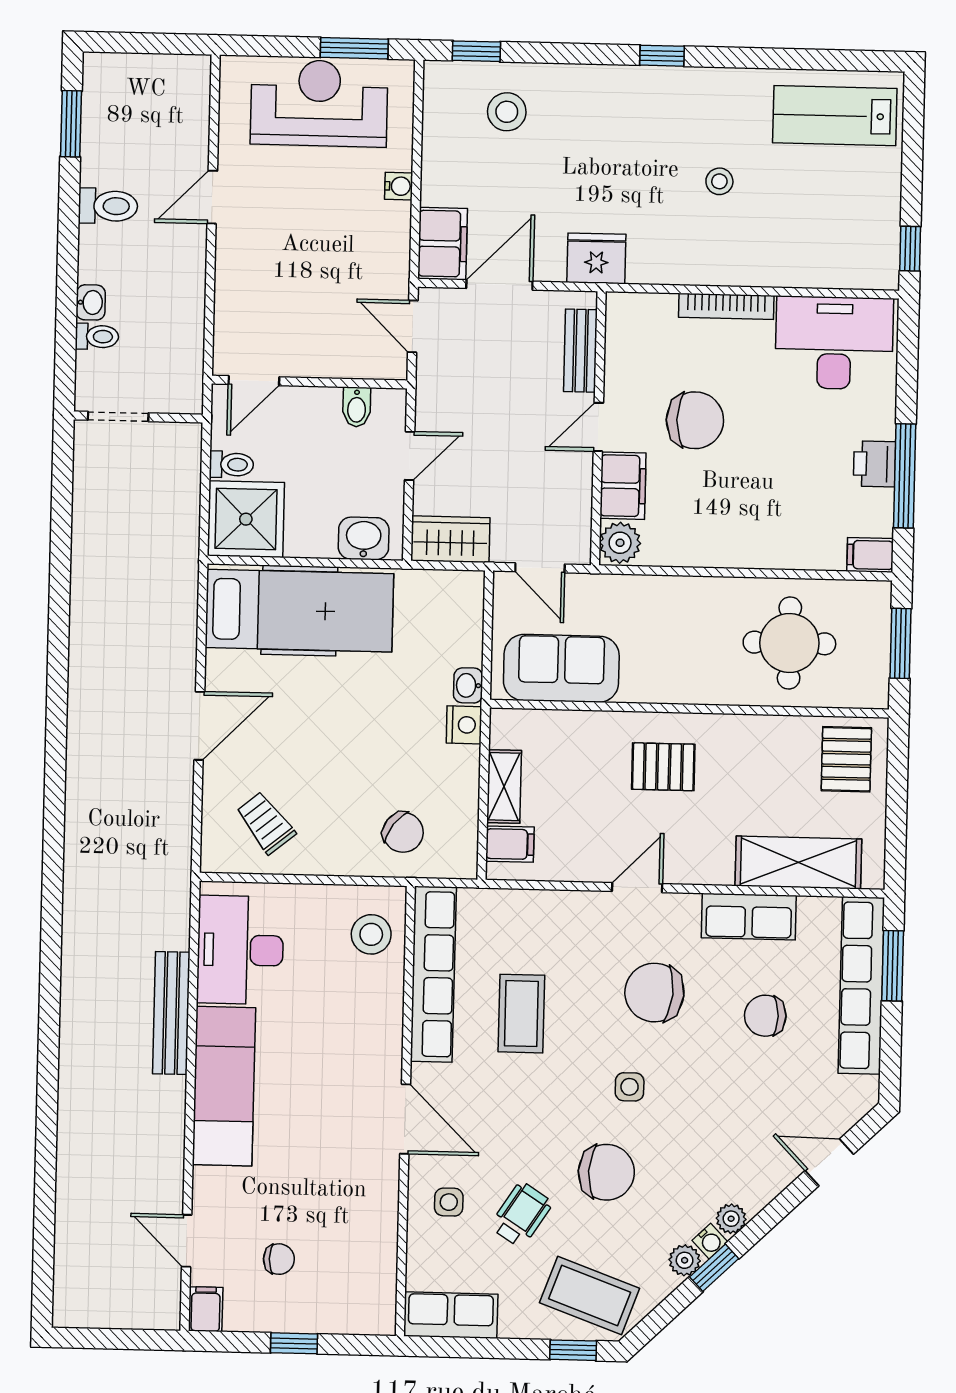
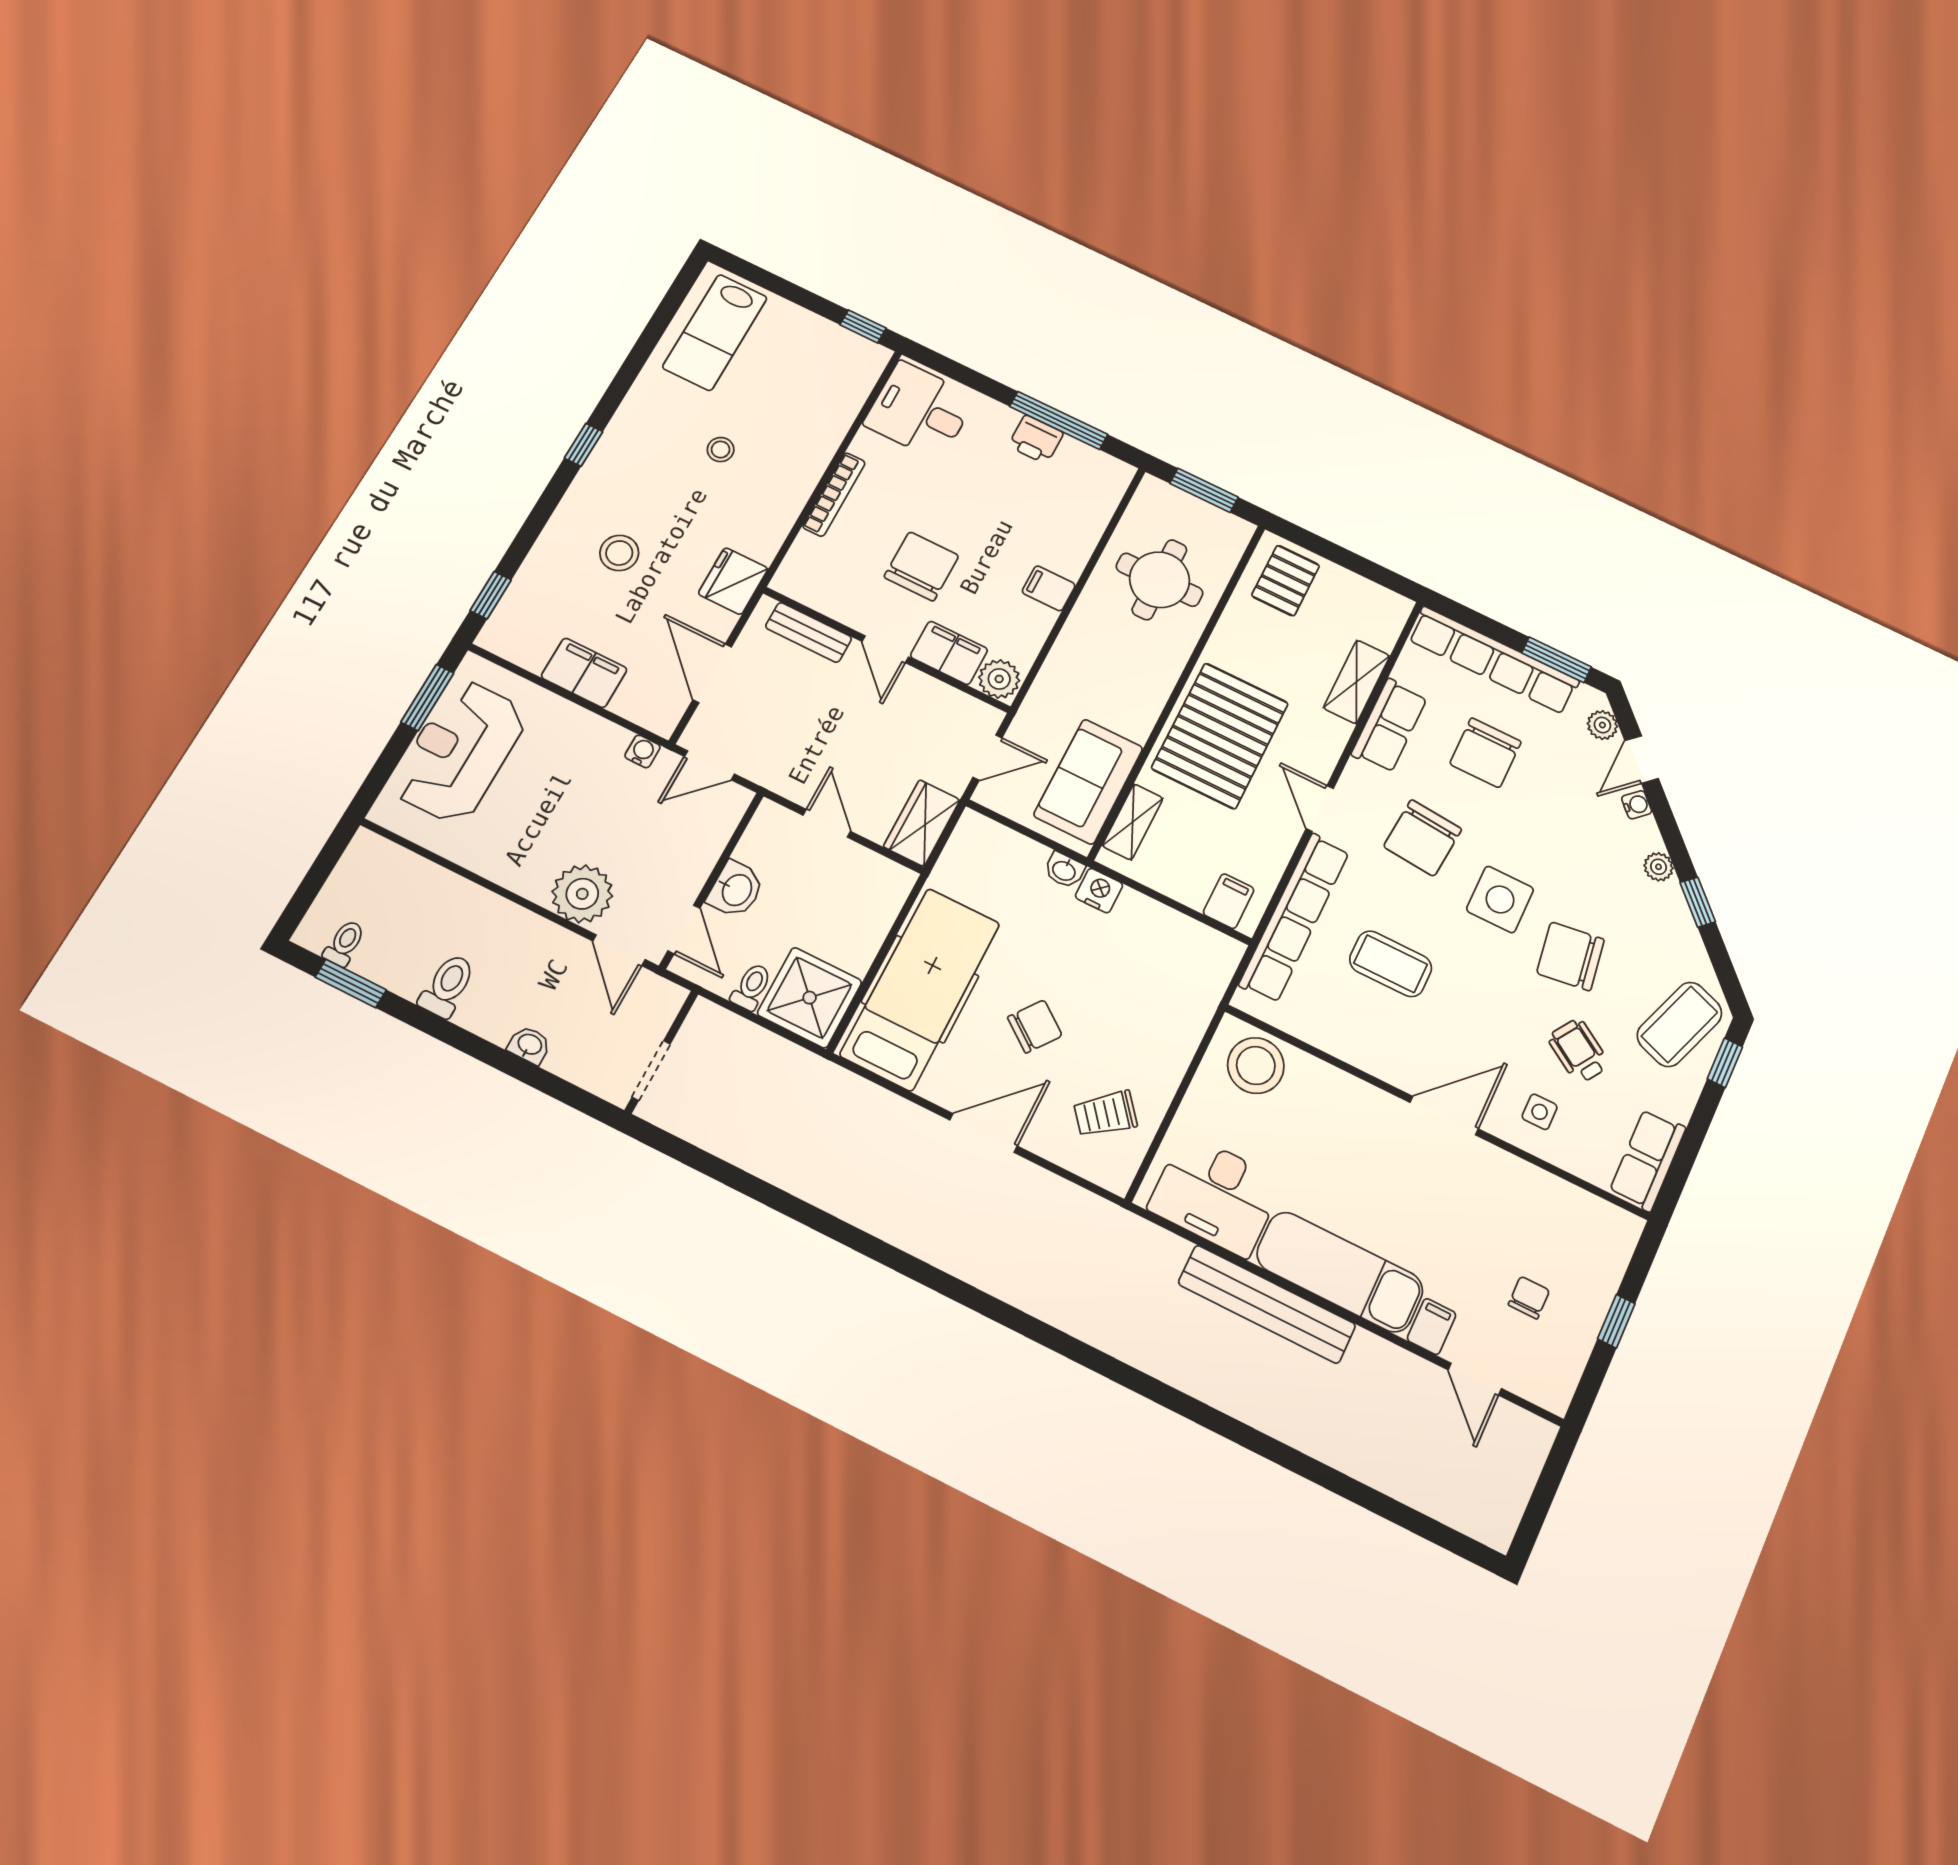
stool: (507, 112) -> (619, 553), moved
water cooler: (399, 186) -> (642, 751), moved
door: (212, 197) -> (619, 950), moved
filing cabinet: (443, 244) -> (584, 673), moved
plant: (243, 277) -> (582, 894), added
toilet: (97, 337) -> (344, 943), moved
desk: (834, 343) -> (920, 411), width x0.73
bidet: (357, 407) -> (757, 849), removed
washbasin: (364, 538) -> (736, 890), moved, turned 180
filing cabinet: (870, 555) -> (1049, 588), moved, turned 90
door: (199, 726) -> (983, 1133), hinge flipped
pallet: (846, 759) -> (1286, 581), turned 90
pallet: (663, 767) -> (1220, 736), width x2.05, depth x2.00
shelving: (504, 787) -> (1133, 822), moved, turned 90
chair: (403, 832) -> (1035, 1026), moved
shelving: (798, 862) -> (1357, 682), width x0.67, depth x0.75
stool: (371, 934) -> (1256, 1066), width x1.38, depth x1.38
window: (893, 966) -> (1557, 660), moved
row of seats: (433, 974) -> (1294, 918), moved, turned 90
bench: (171, 1013) -> (1267, 1304), width x1.37, depth x1.21
chair: (765, 1016) -> (1485, 753), width x1.37, depth x1.37
side table: (630, 1087) -> (1500, 899), width x1.87, depth x1.87
chair: (606, 1172) -> (1571, 956), turned -100
door: (187, 1241) -> (1475, 1379), hinge flipped
water cooler: (710, 1241) -> (1637, 805), moved
plant: (685, 1260) -> (1602, 725), moved
filing cabinet: (206, 1309) -> (1432, 1327), moved, turned 90

